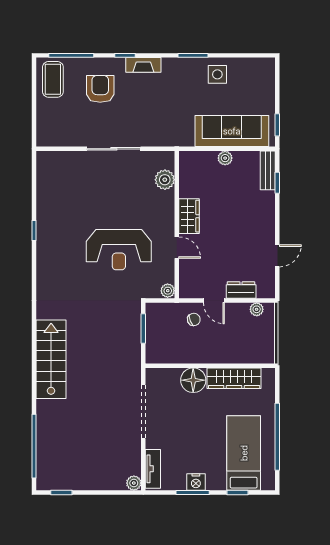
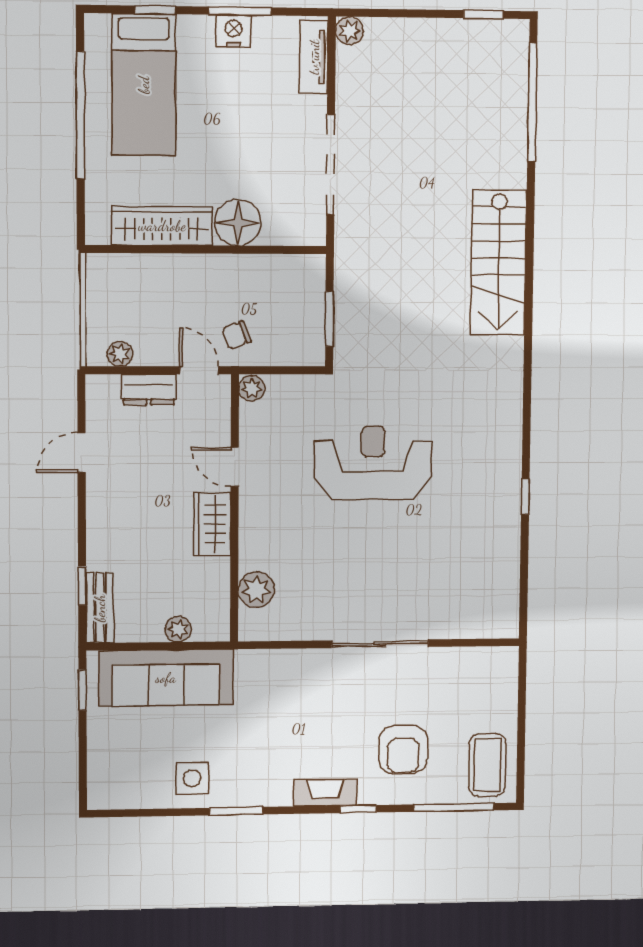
plant: (165, 180) -> (256, 590), moved
wardrobe: (189, 216) -> (212, 524), moved
wall: (177, 225) -> (235, 509), moved
door: (177, 248) -> (235, 467), moved
plant: (168, 291) -> (252, 388), moved

